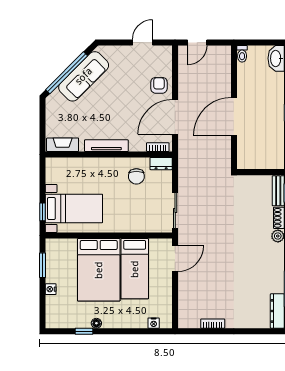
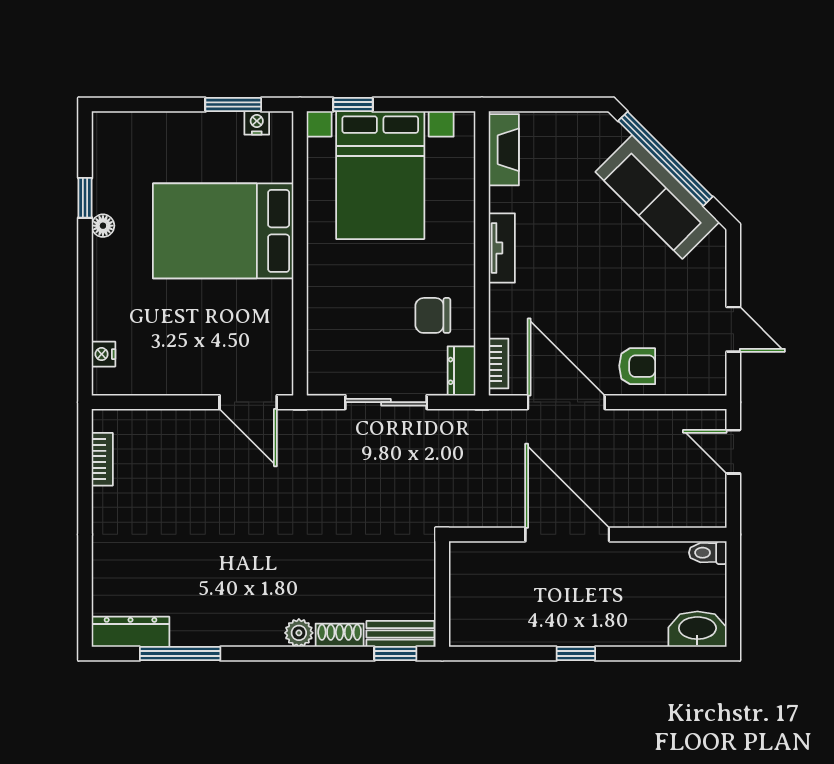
tv unit: (106, 146) -> (502, 248), width x0.71
bed with nightstands: (74, 208) -> (380, 175), width x1.36
sliding door: (175, 211) -> (386, 402), moved
bed: (135, 269) -> (225, 312), removed
nightstand: (51, 289) -> (257, 123), moved
bookcase: (213, 324) -> (102, 459), moved

